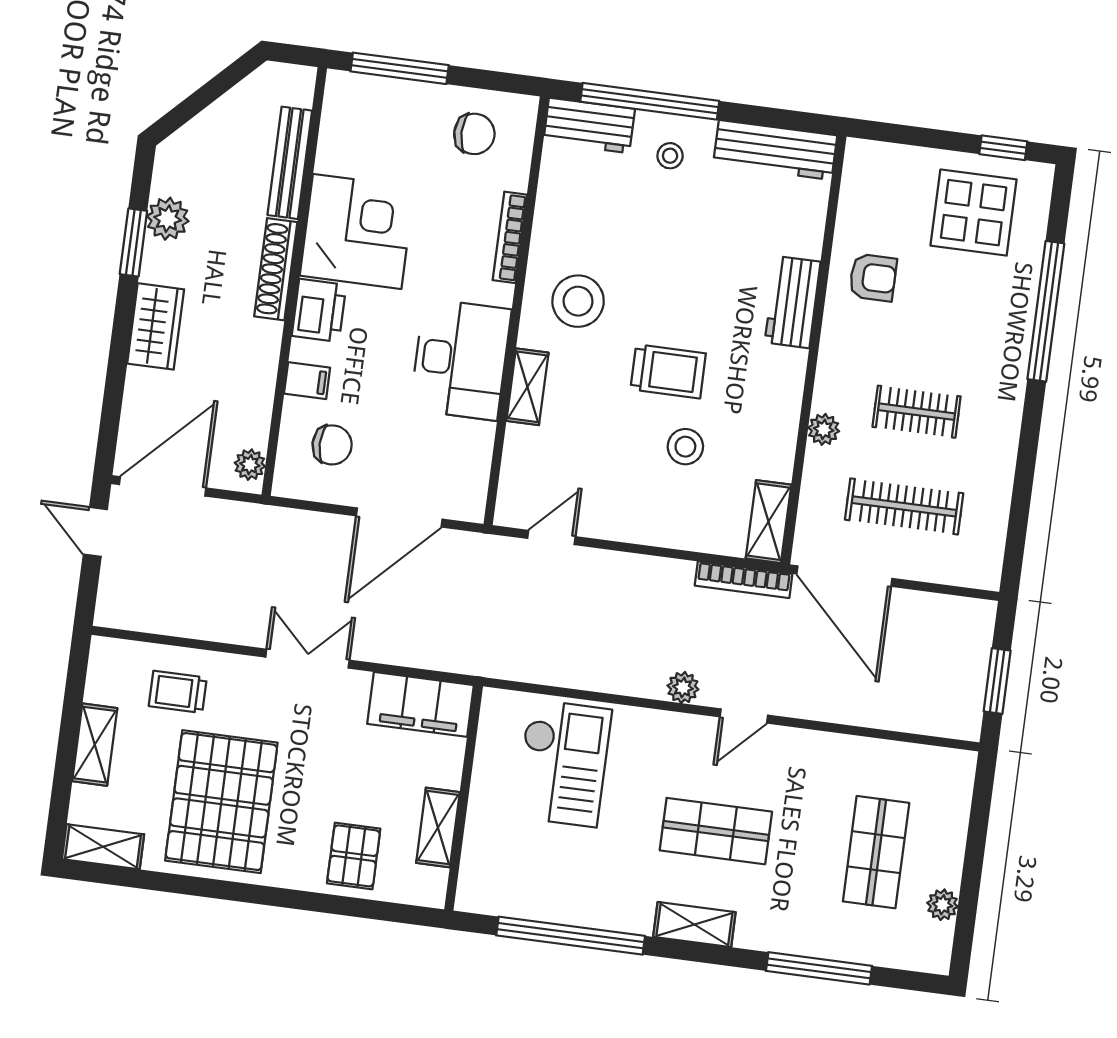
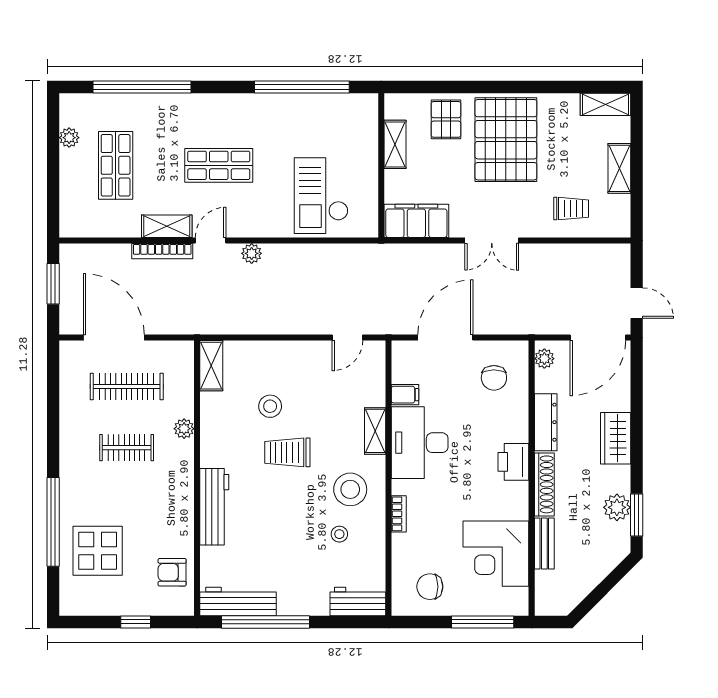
window: (650, 101) -> (266, 622), moved
window: (1003, 148) -> (136, 622), moved
stool: (670, 156) -> (339, 534), moved
bench: (290, 163) -> (544, 544), width x0.73
display table: (974, 213) -> (98, 551), moved
corner desk: (357, 231) -> (496, 554), moved
bookcase: (510, 237) -> (399, 514), width x0.64
window: (133, 243) -> (637, 515), moved
armchair: (873, 278) -> (172, 572), moved
workbench: (793, 302) -> (214, 507), width x1.37
dresser: (261, 365) -> (546, 422), added
filing cabinet: (307, 381) -> (405, 395), moved, turned 180
chair: (332, 445) -> (494, 378), turned -90
door: (844, 576) -> (114, 337), moved
bookcase: (744, 580) -> (162, 251), moved, turned 180
pallet: (221, 802) -> (506, 140), moved
shelving: (694, 925) -> (167, 226), moved
window: (819, 968) -> (142, 87), width x1.46

